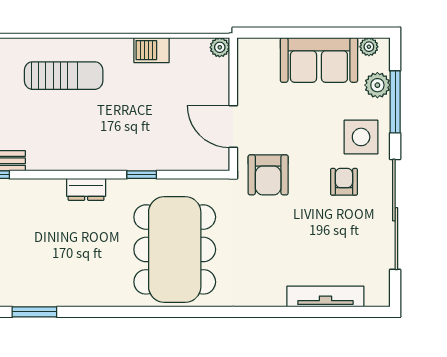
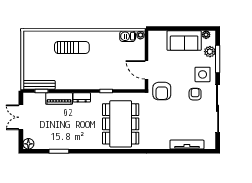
barbecue: (152, 50) -> (128, 36), moved
piano: (34, 192) -> (59, 99), added

